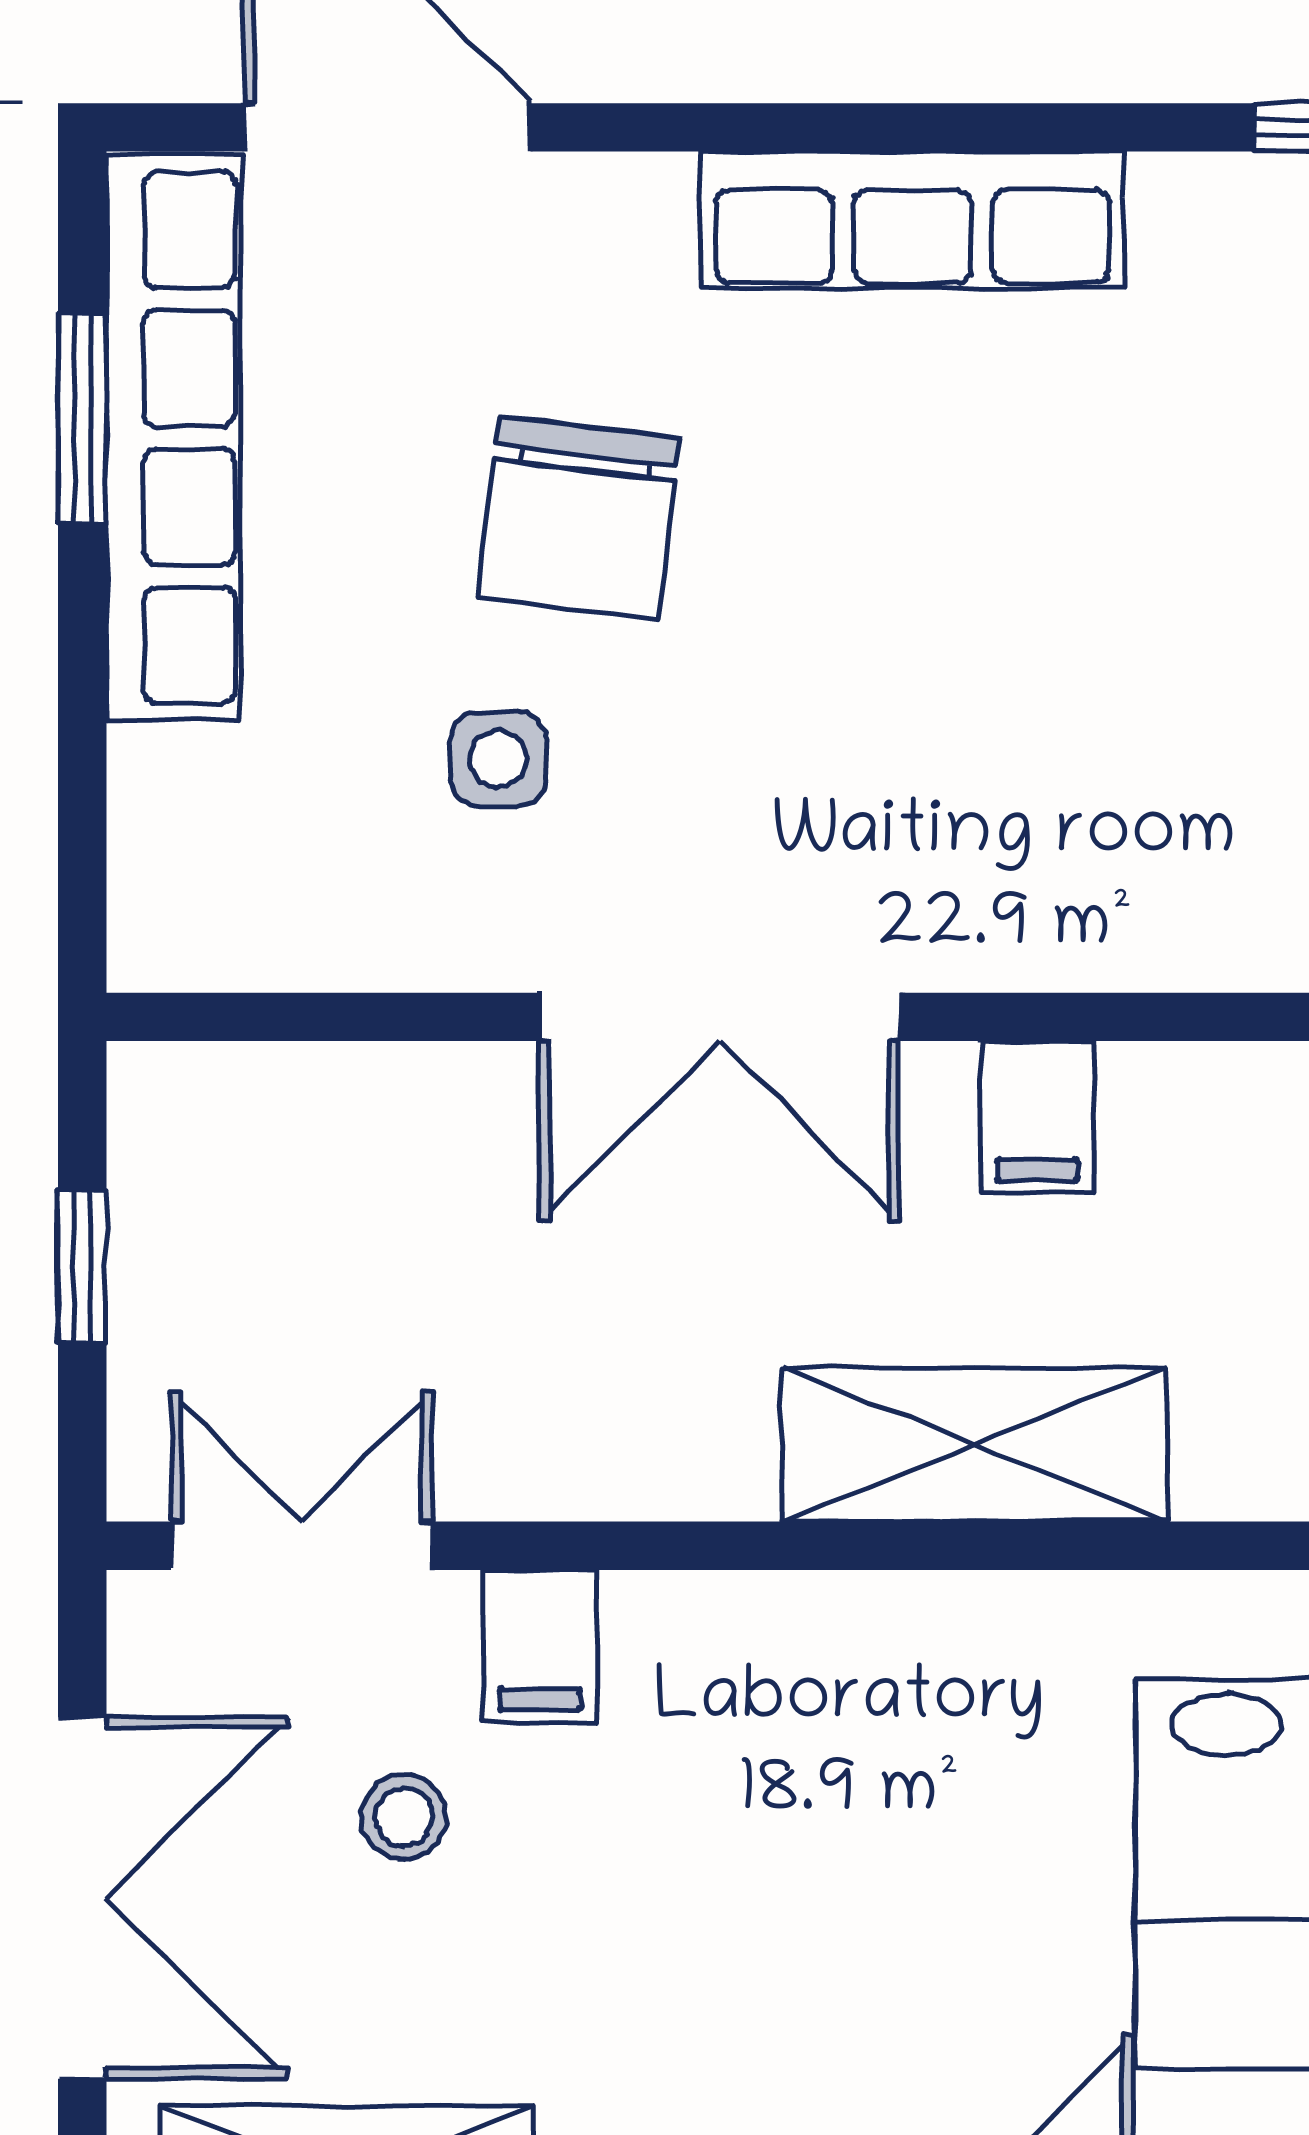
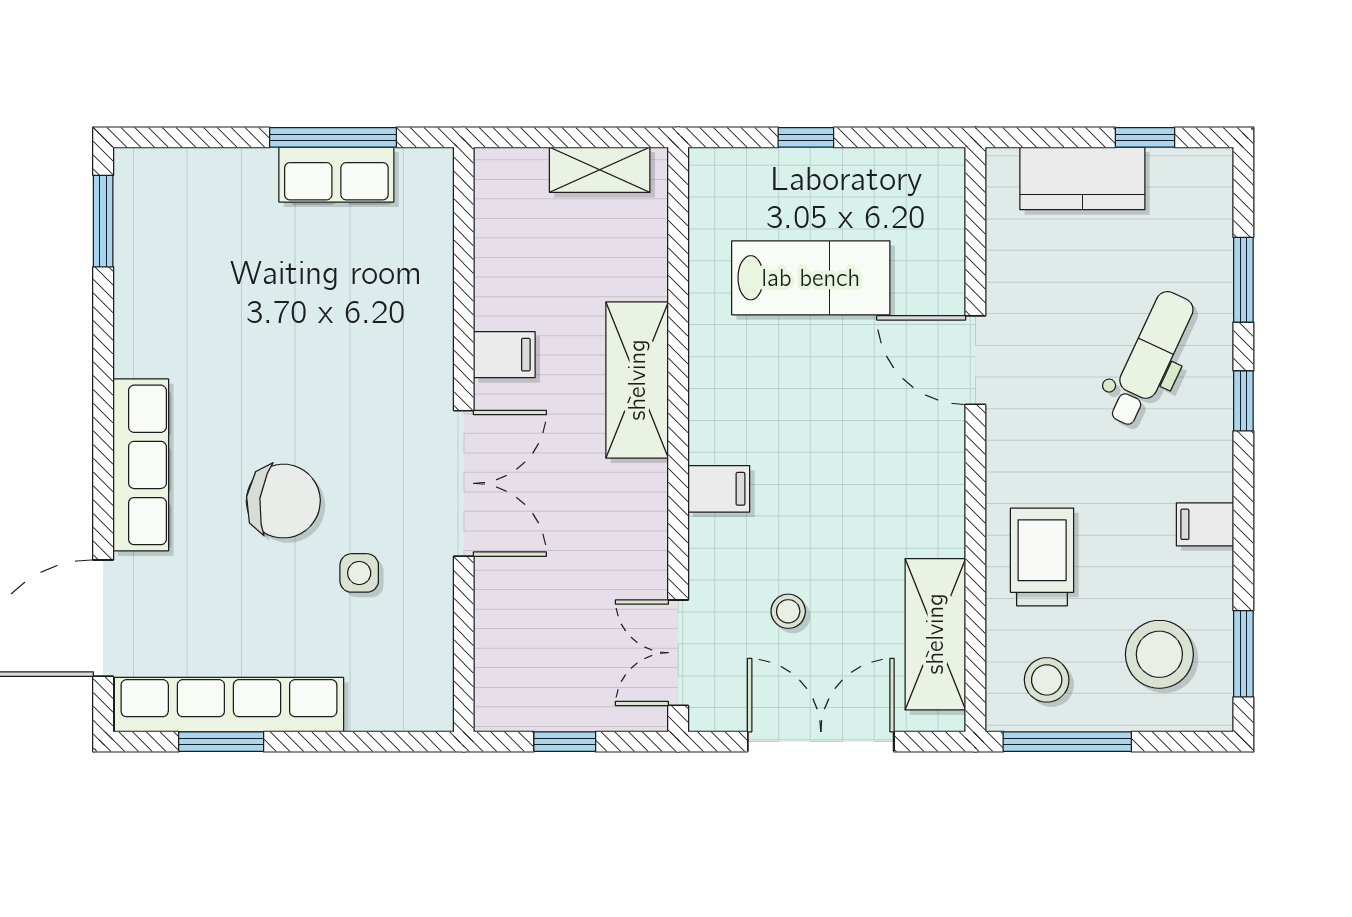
row of seats: (912, 220) -> (141, 465), moved
chair: (579, 517) -> (283, 501), moved
filing cabinet: (540, 1646) -> (719, 489), moved

